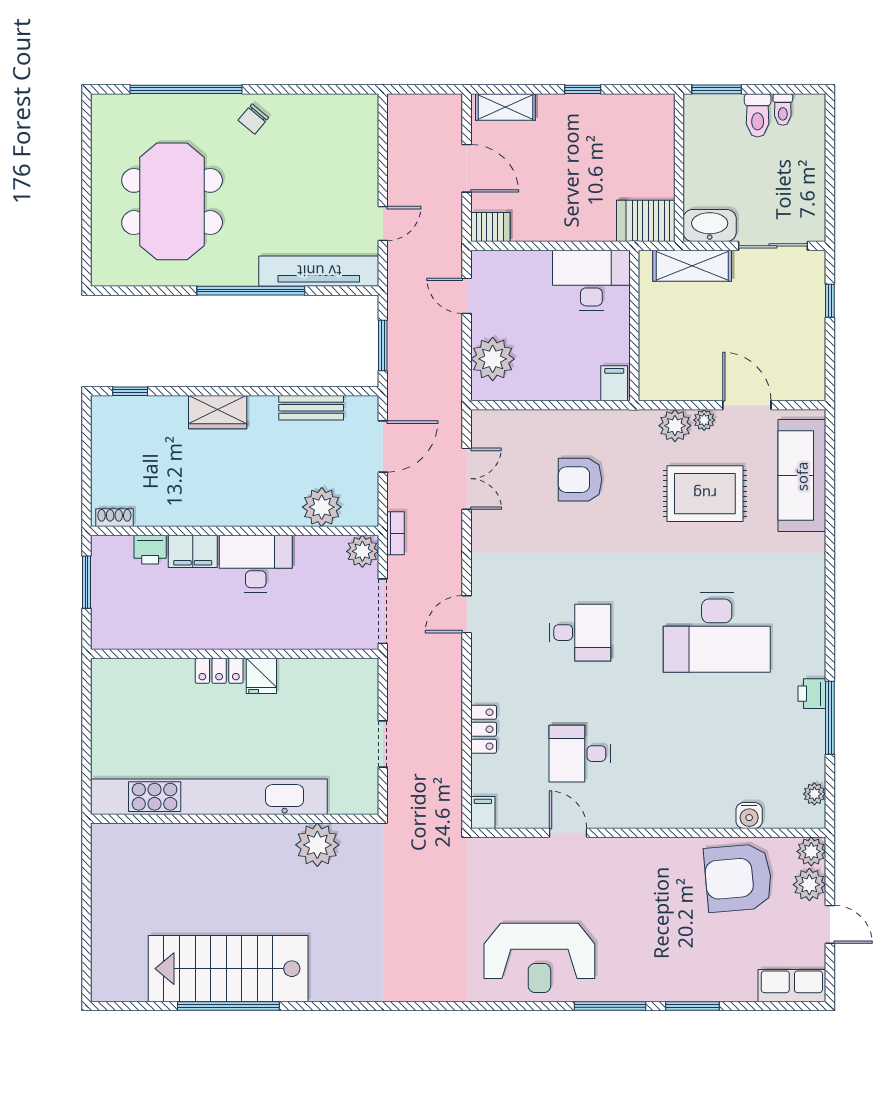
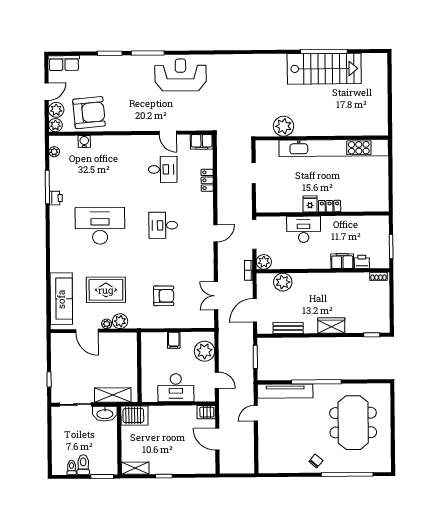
shelving: (505, 107) -> (135, 468), moved
desk: (591, 280) -> (176, 388), moved
filing cabinet: (614, 383) -> (174, 340), moved
desk: (256, 564) -> (304, 229), moved, turned 180
filing cabinet: (483, 813) -> (202, 142), width x2.00
door: (830, 924) -> (47, 92), swing flipped

